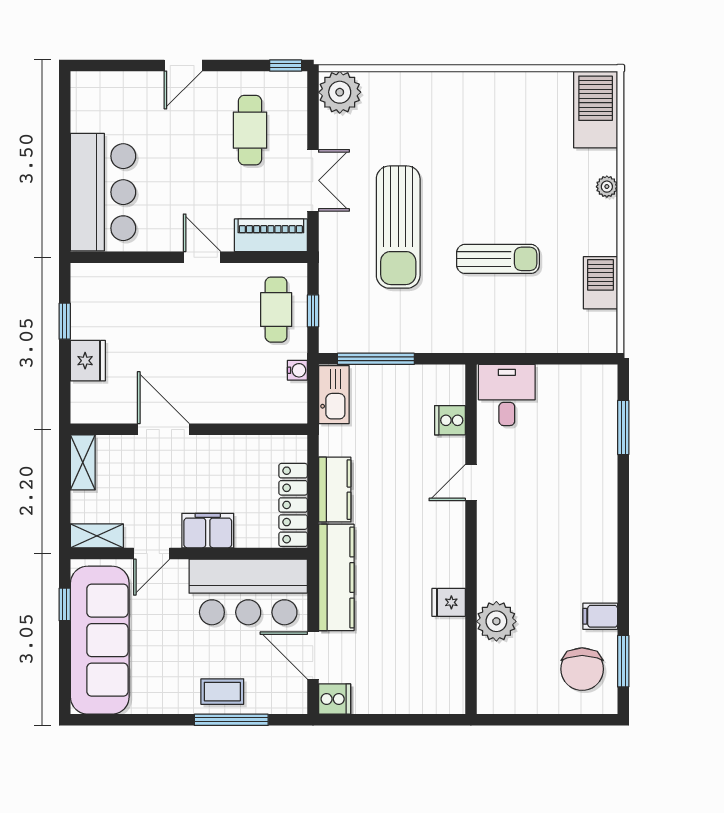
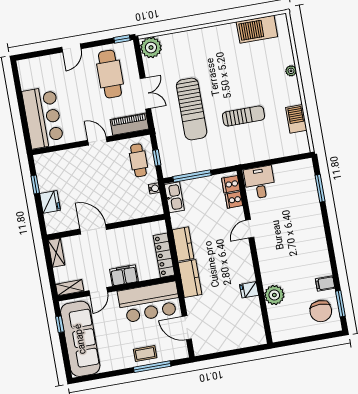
barbecue: (596, 110) -> (257, 29), moved, turned -90
cafe table: (250, 130) -> (110, 74), width x1.37, depth x1.35
kitchen counter: (336, 577) -> (190, 279), width x0.67
cooker: (335, 699) -> (231, 184), moved, turned 180

